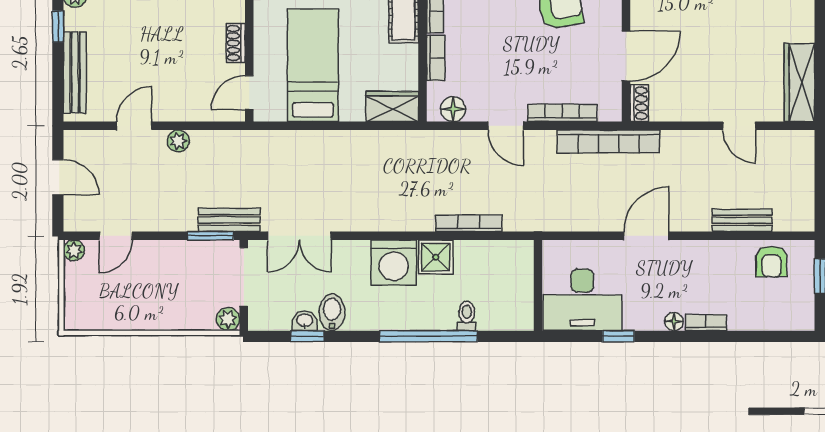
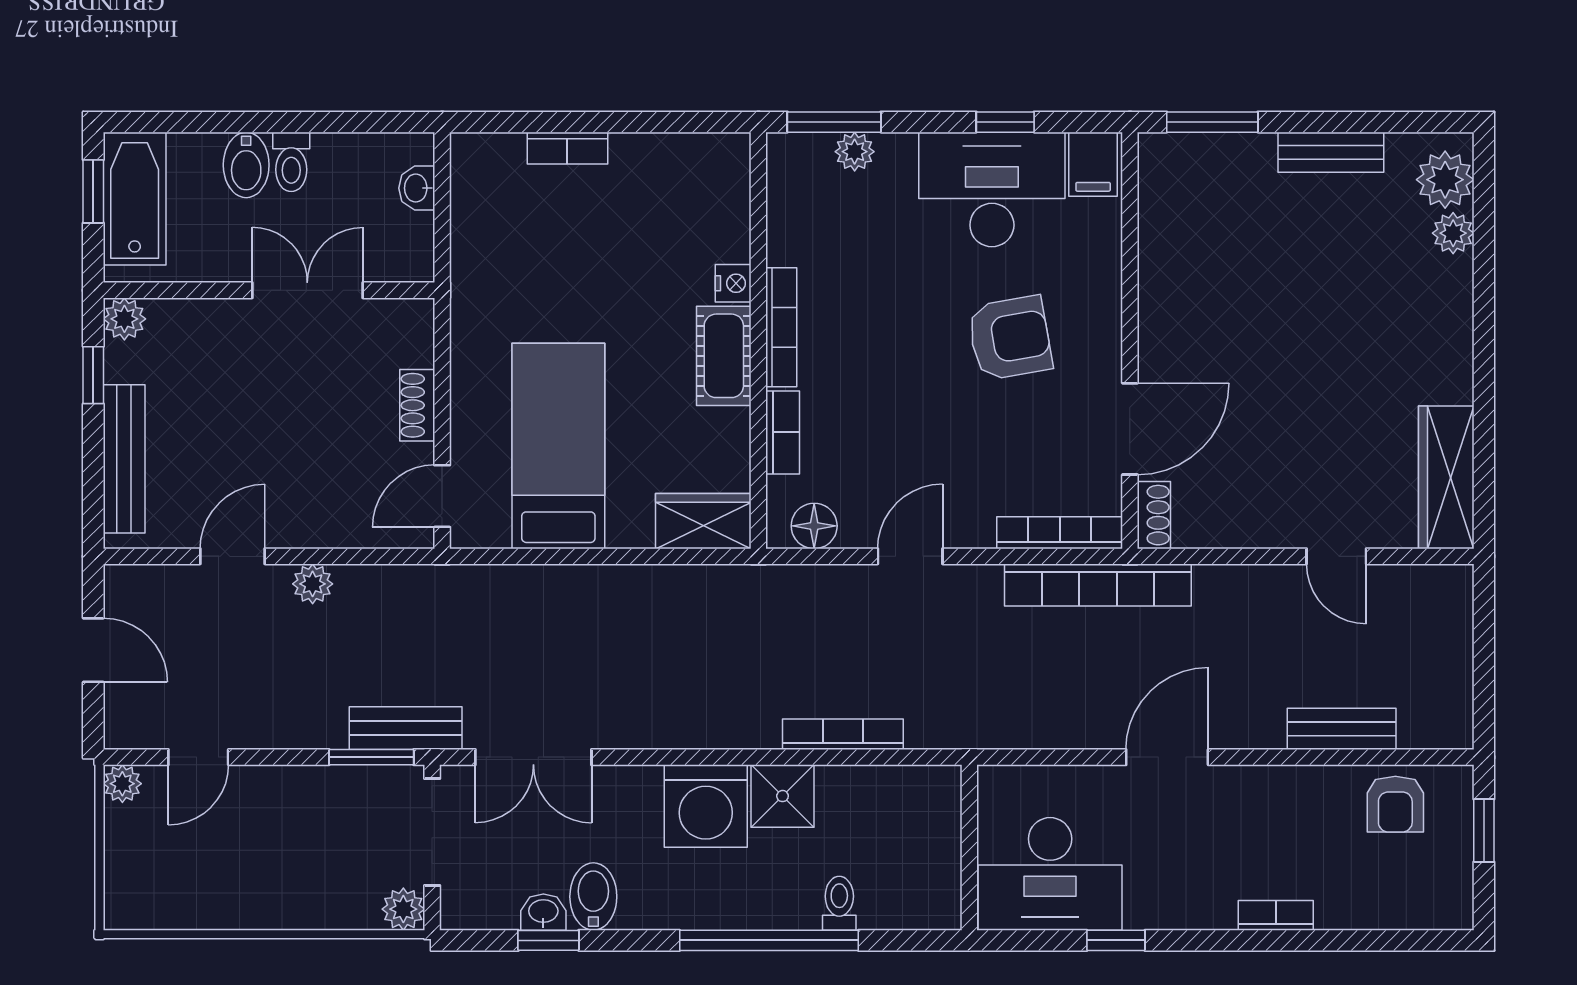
bookcase: (562, 113) -> (1060, 533), moved
door: (506, 126) -> (910, 556), swing flipped
floor lamp: (674, 322) -> (1217, 914), removed

